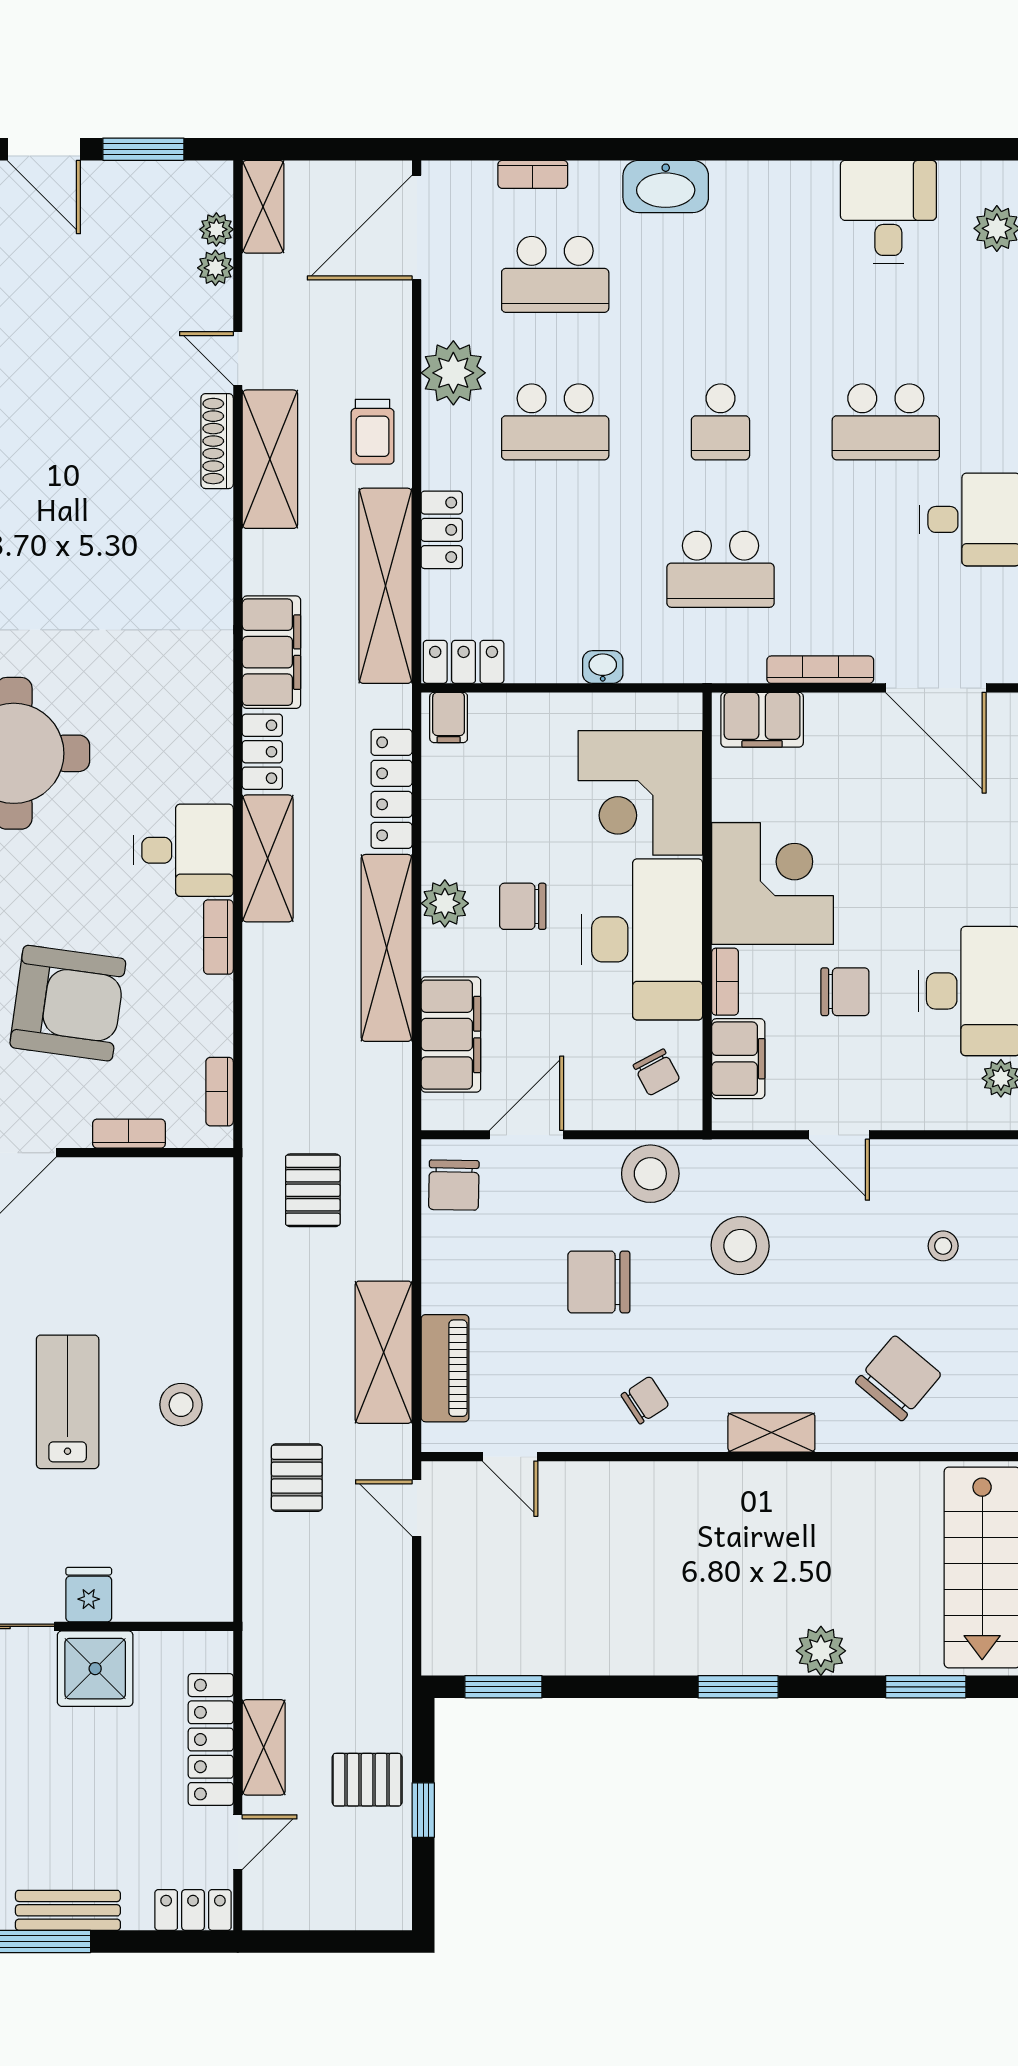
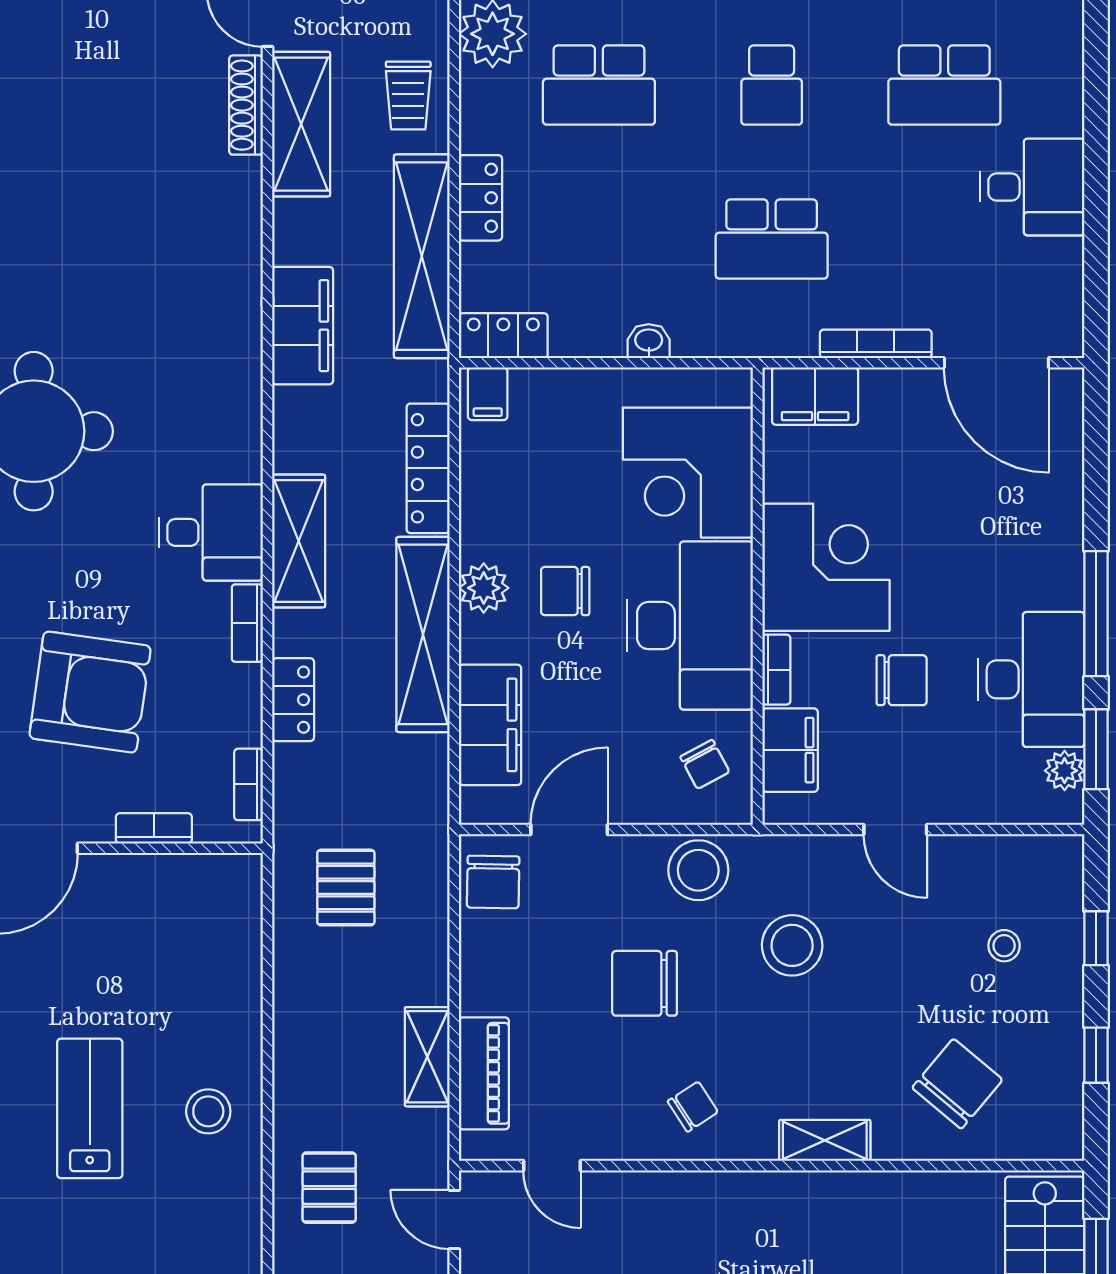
locker: (262, 752) -> (293, 700), moved
shelving: (384, 1352) -> (427, 1057), width x0.67, depth x0.75

